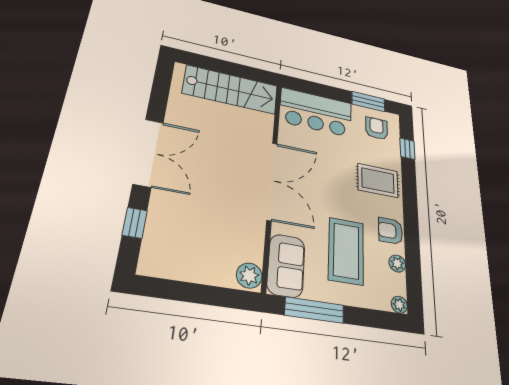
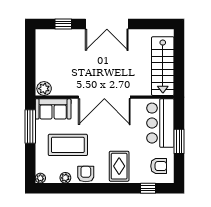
window: (368, 101) -> (179, 141), moved

